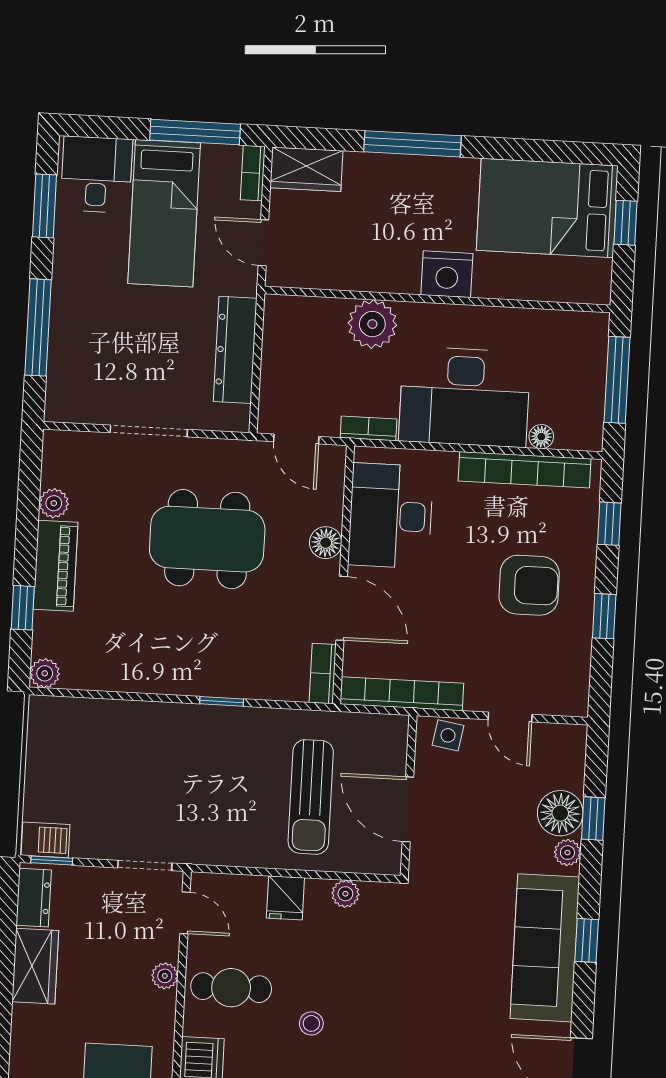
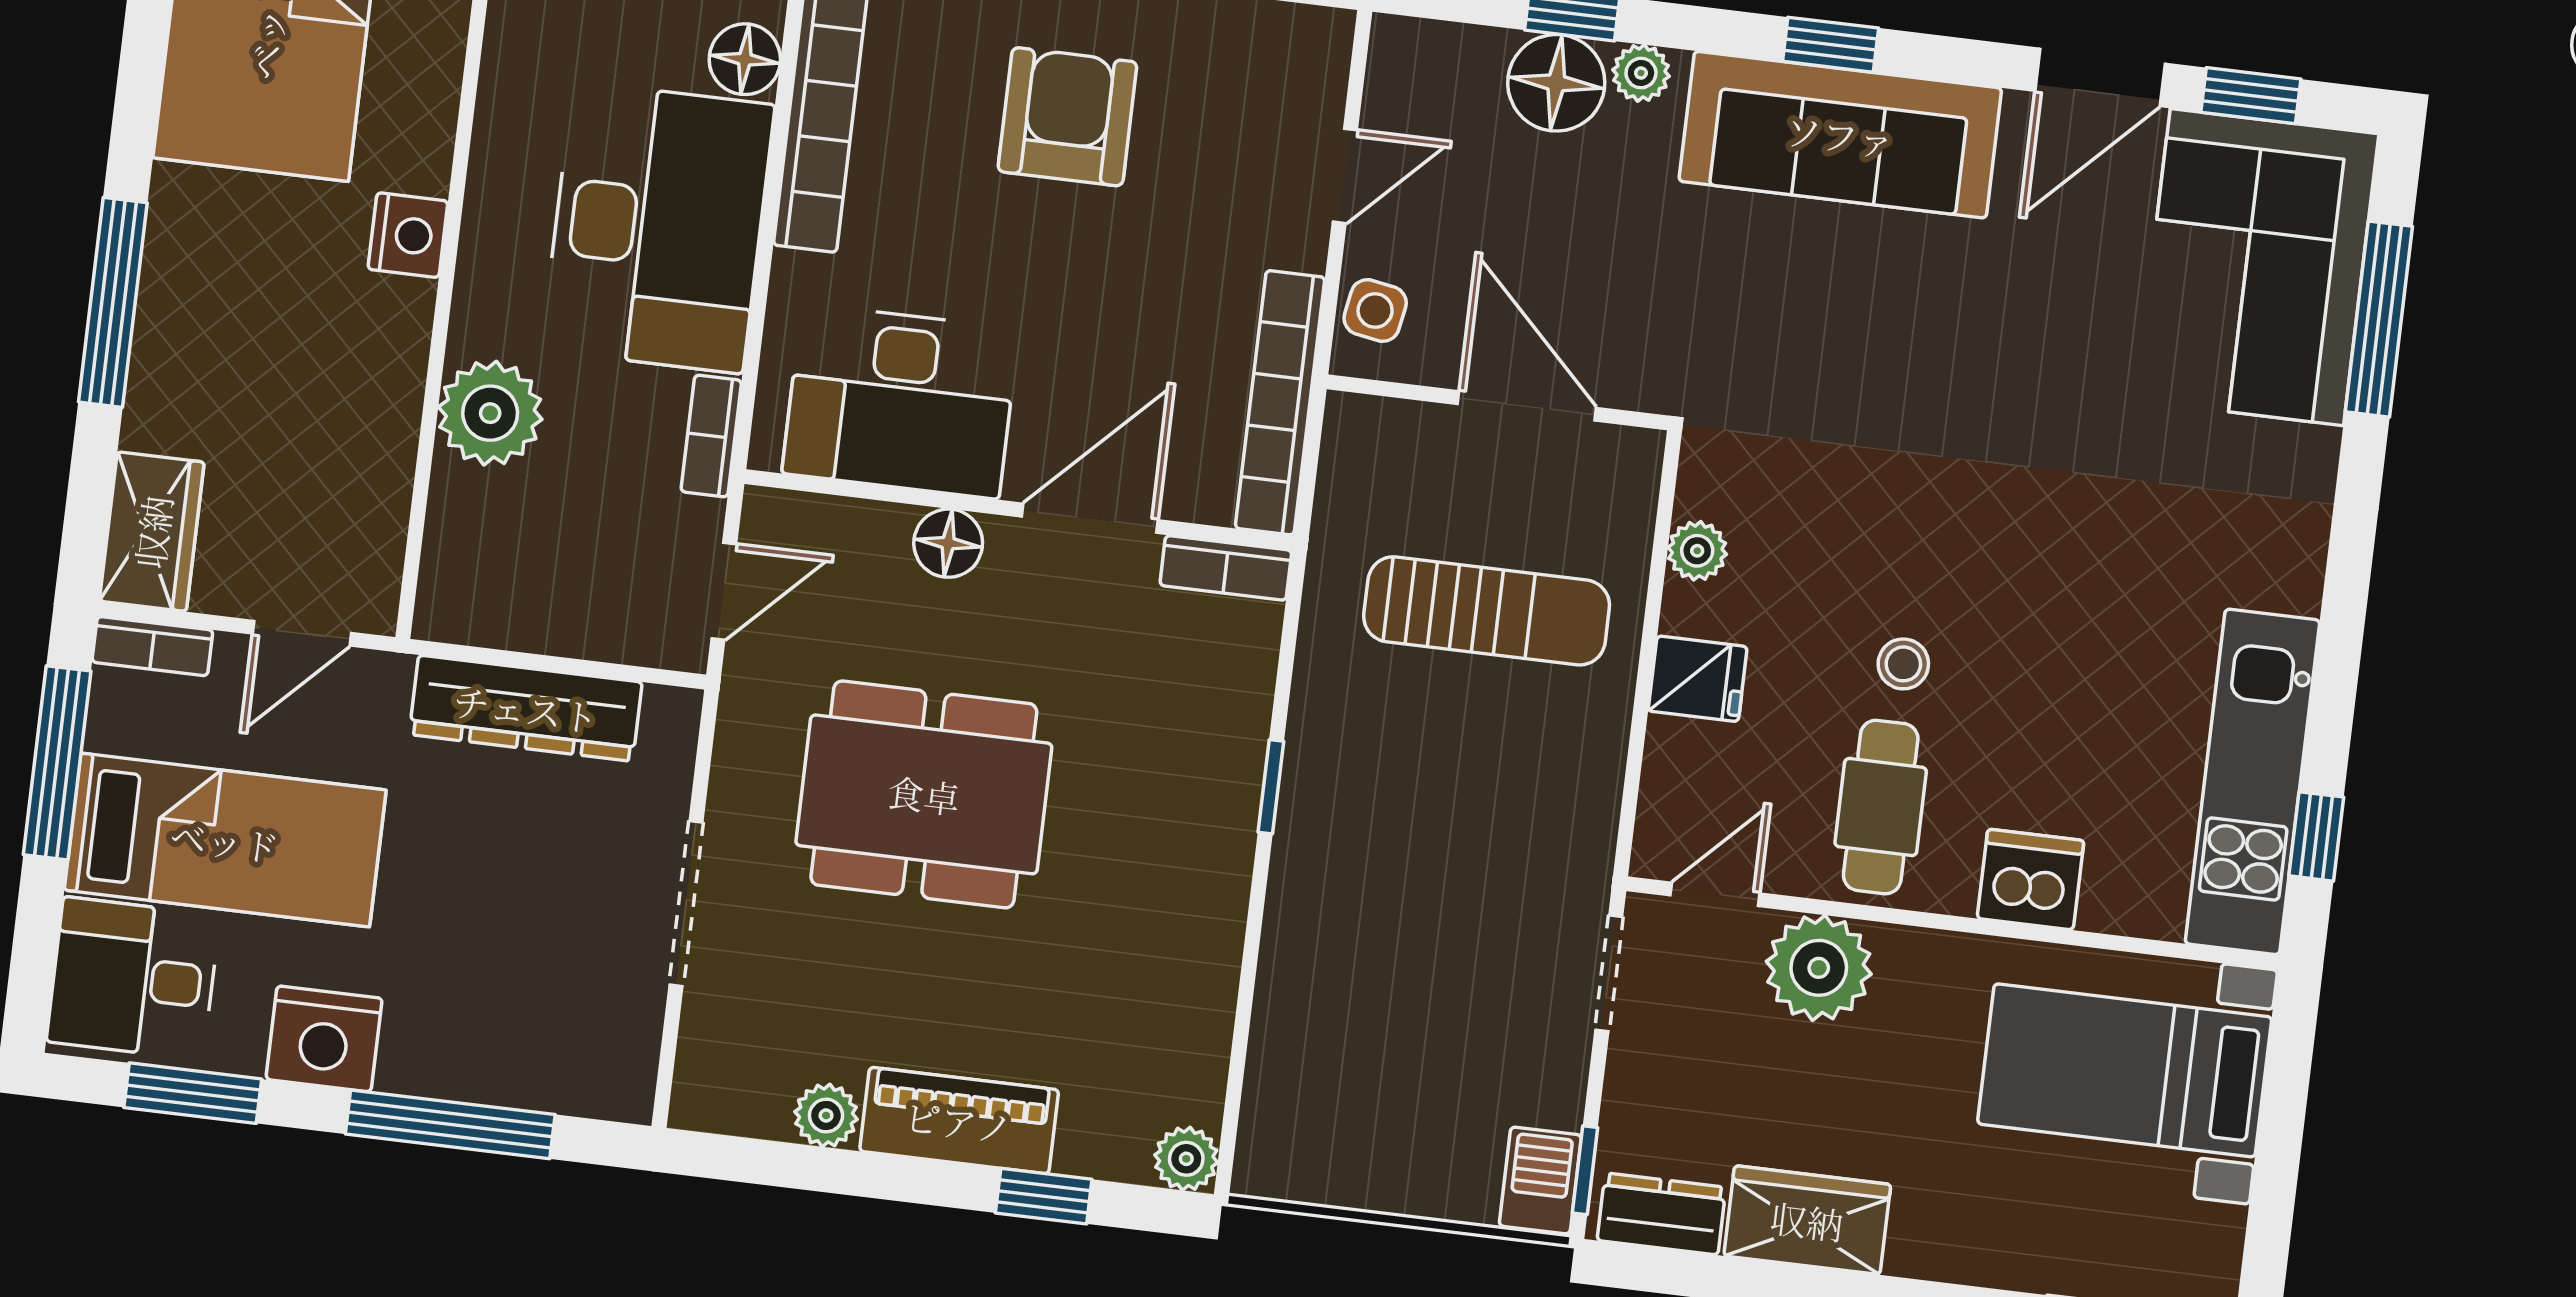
nightstand: (74, 266) -> (324, 1039), added
nightstand: (447, 274) -> (408, 235), width x0.74, depth x0.75
floor lamp: (541, 437) -> (745, 59), width x1.37, depth x1.37
dining table: (207, 539) -> (924, 794), turned 90
door: (408, 809) -> (1527, 406), swing flipped
plant: (165, 976) -> (1819, 968), width x1.88, depth x1.88
stool: (311, 1023) -> (1903, 664), moved

